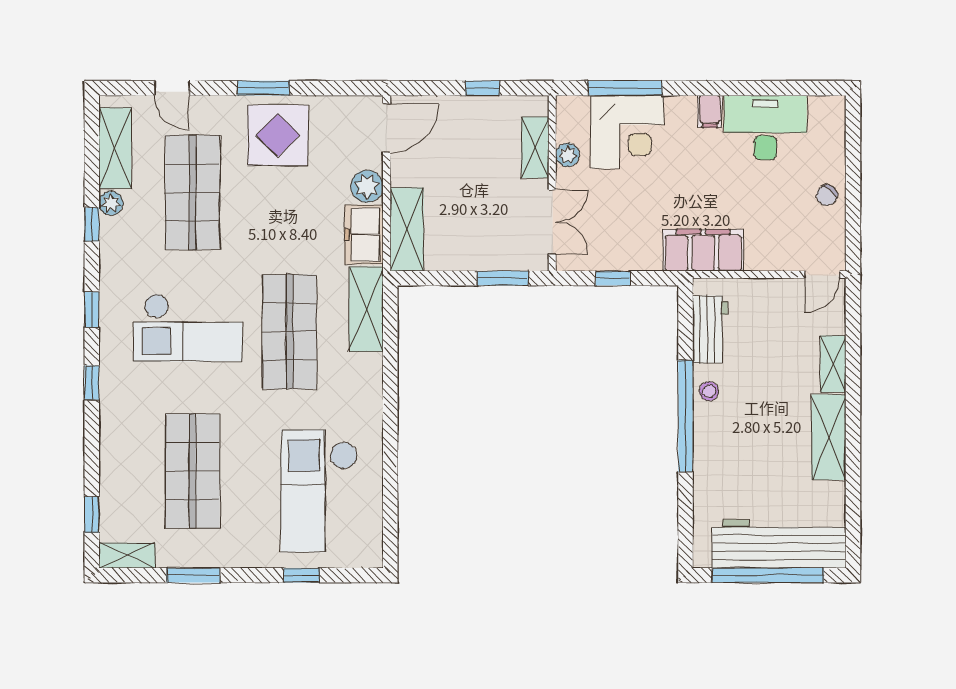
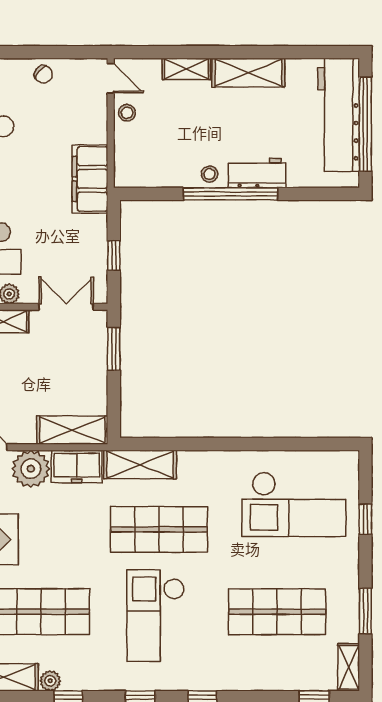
plant: (367, 186) -> (31, 469), width x1.36, depth x1.36
stool: (781, 294) -> (127, 113), added
checkout: (188, 328) -> (156, 616), turned 180
workbench: (710, 329) -> (257, 173), moved

